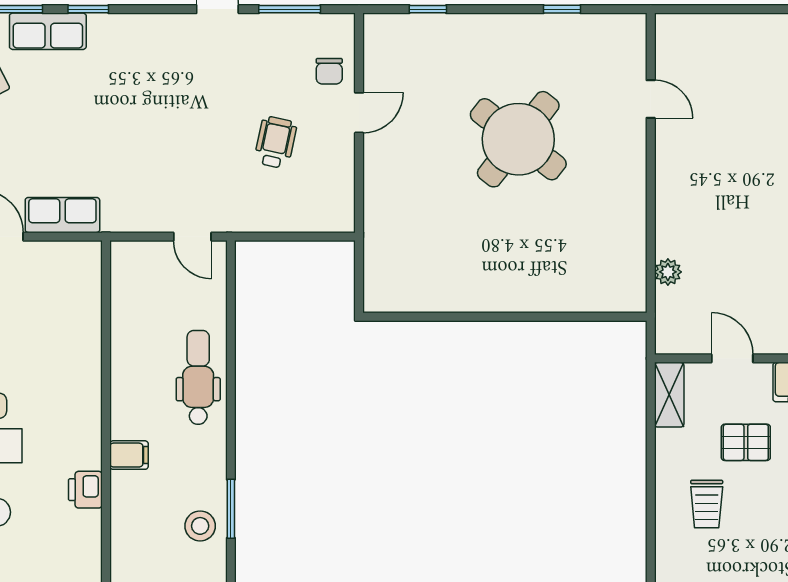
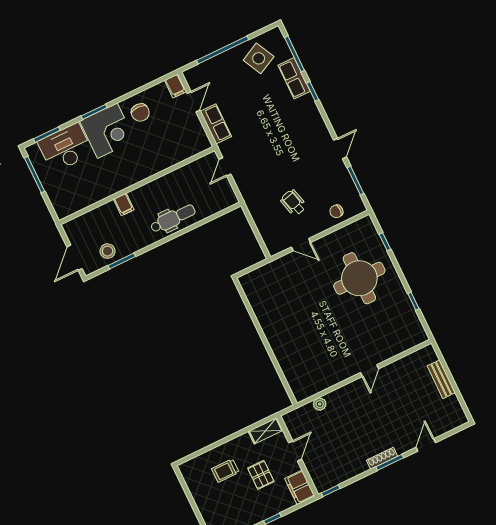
bench: (730, 27) -> (441, 379), added
door: (651, 99) -> (370, 371), moved
door: (359, 113) -> (301, 245), moved
round table: (518, 139) -> (359, 278), moved, turned -38
wheelchair: (275, 142) -> (293, 203), turned -117
door: (192, 237) -> (225, 167), moved
printer: (85, 490) -> (99, 192), removed

